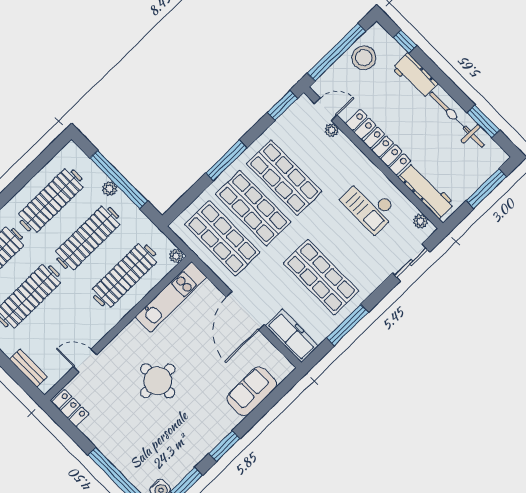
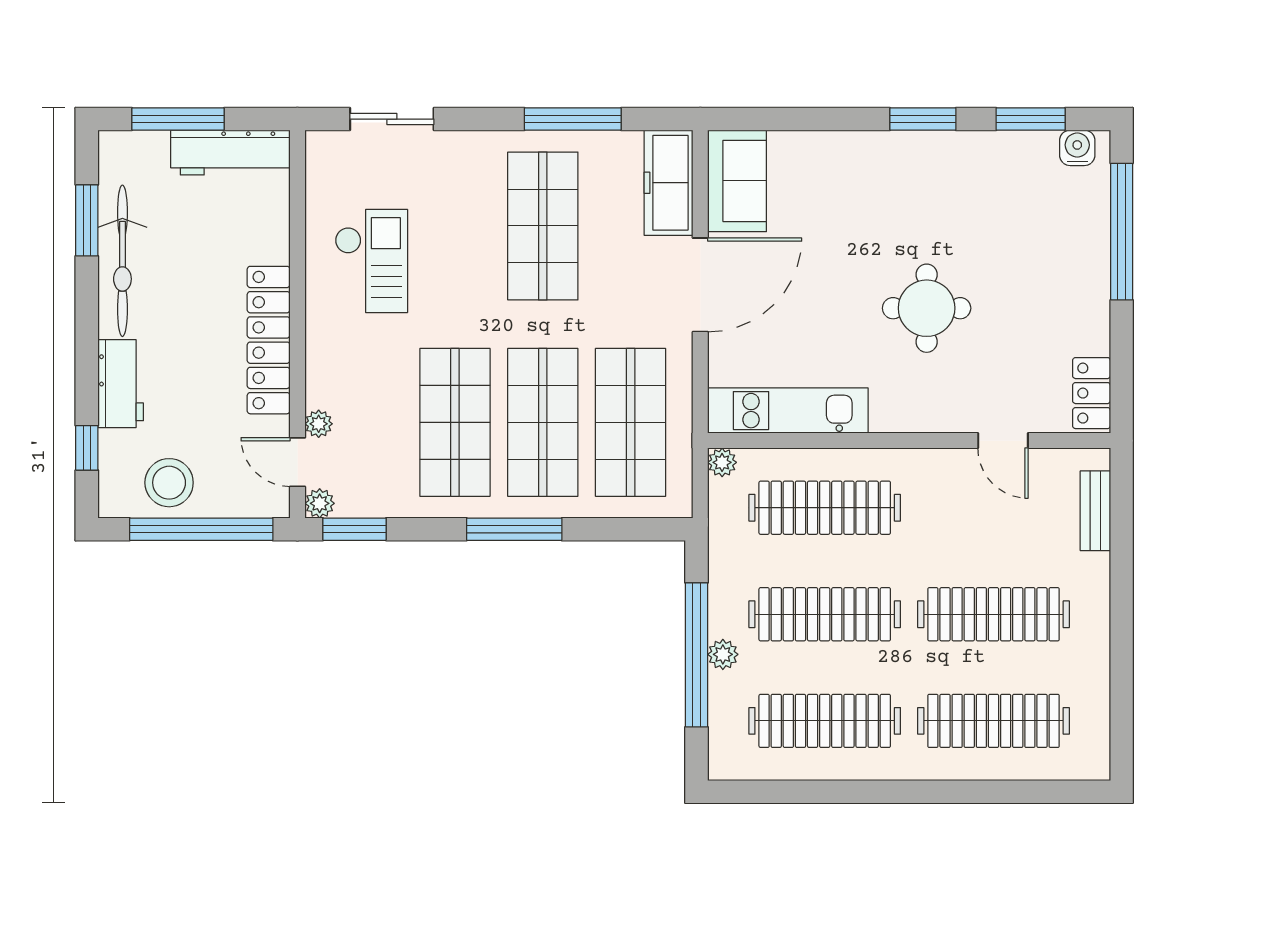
workbench: (426, 191) -> (230, 153), moved, turned -90
plant: (420, 221) -> (320, 503), moved
sofa: (252, 391) -> (737, 181), moved, turned -90

